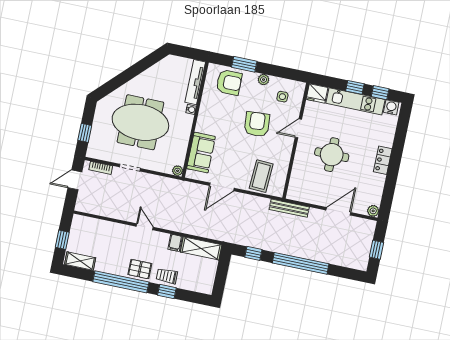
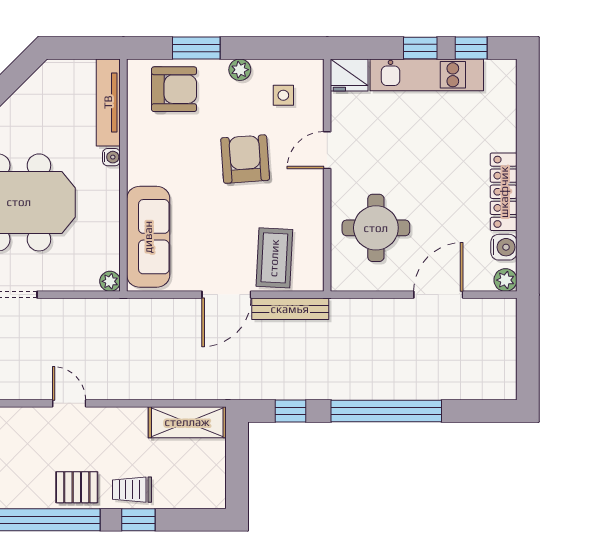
water cooler: (391, 107) -> (504, 247), moved, turned 90
sofa: (201, 153) -> (148, 237), width x1.36
round table: (332, 155) -> (376, 228), moved
locker: (383, 160) -> (504, 192), width x1.53
door: (222, 187) -> (226, 295), moved
bench: (289, 208) -> (290, 309), moved
filing cabinet: (175, 243) -> (135, 422), removed
window: (377, 250) -> (528, 354), removed

